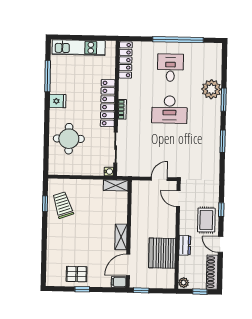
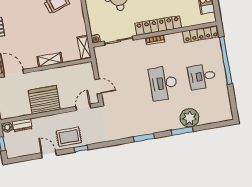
window: (178, 40) -> (226, 60), moved
desk: (170, 68) -> (202, 77), turned 180
shelving: (121, 237) -> (50, 60), moved
door: (220, 244) -> (49, 154), hinge flipped
dresser: (185, 245) -> (22, 125), moved
server rack: (162, 253) -> (44, 100), moved
shoe rack: (212, 272) -> (22, 151), removed

